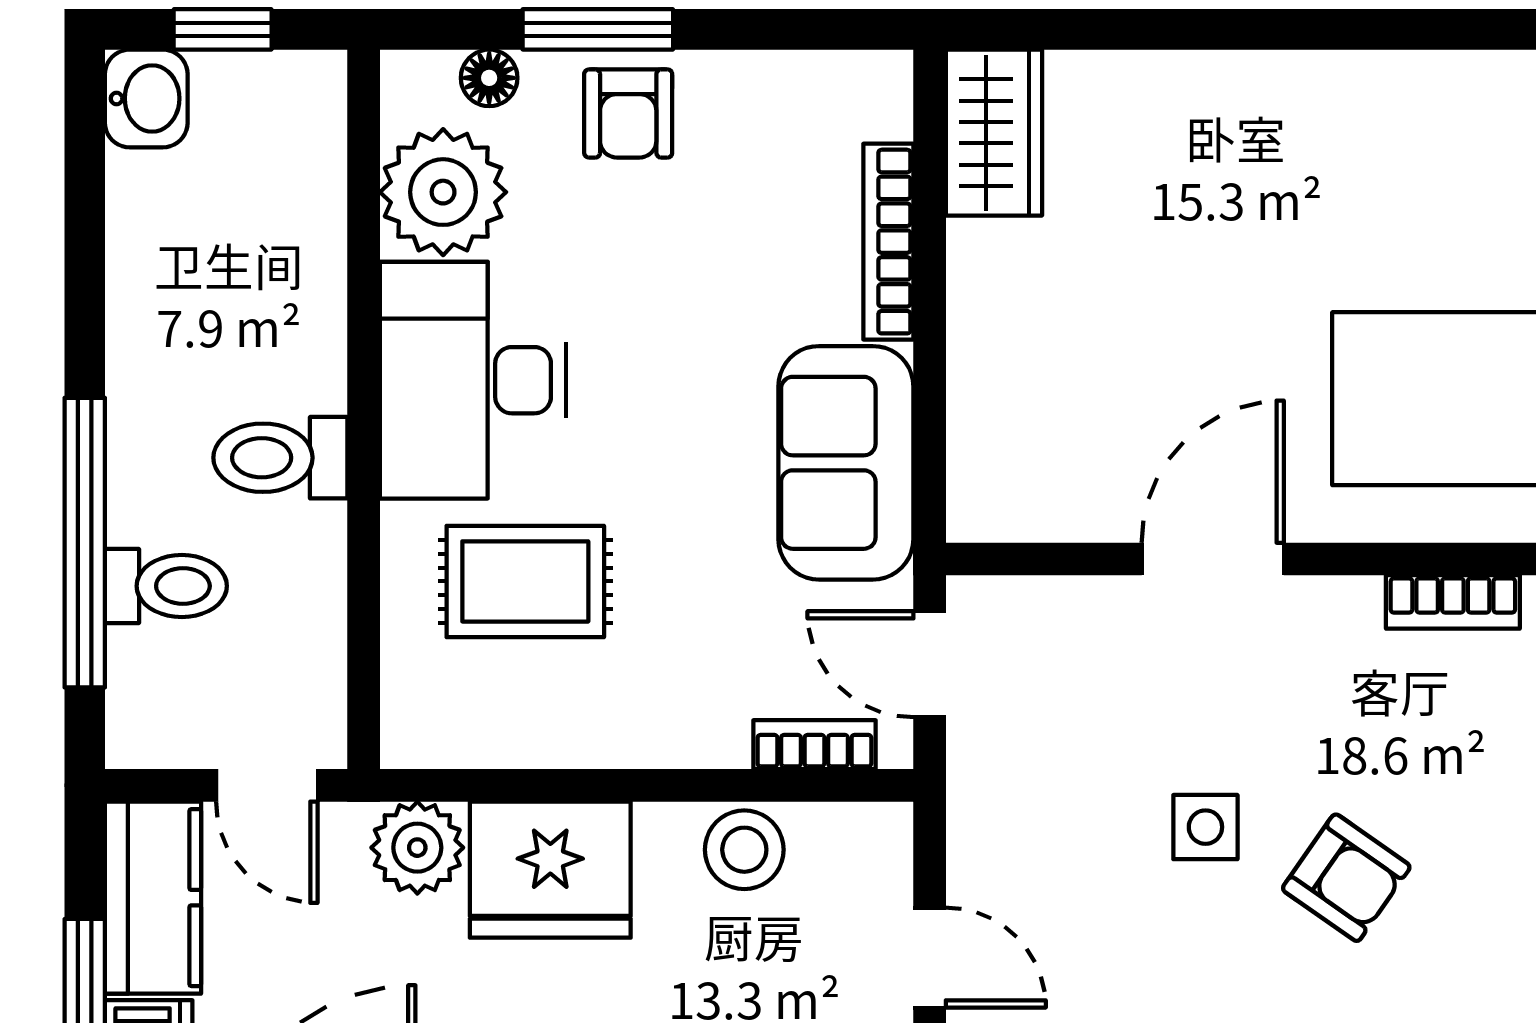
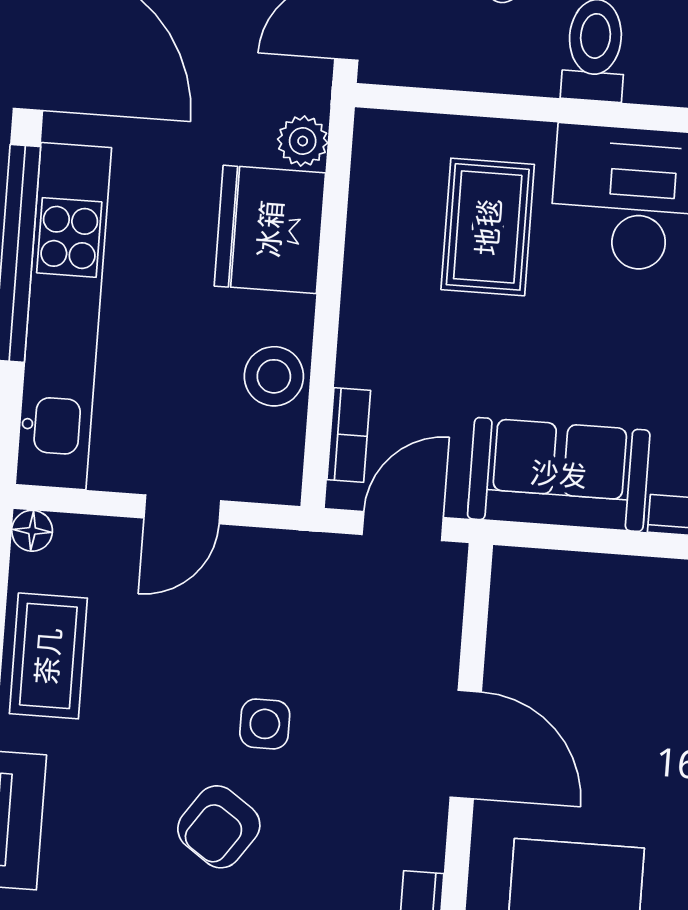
plant: (417, 848) -> (303, 141), width x0.73, depth x0.73

